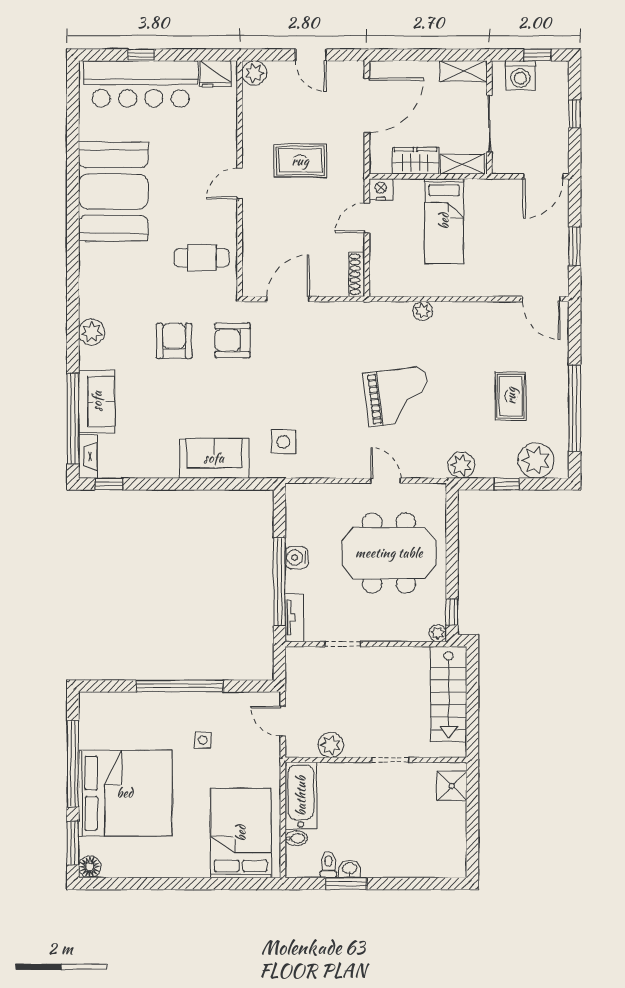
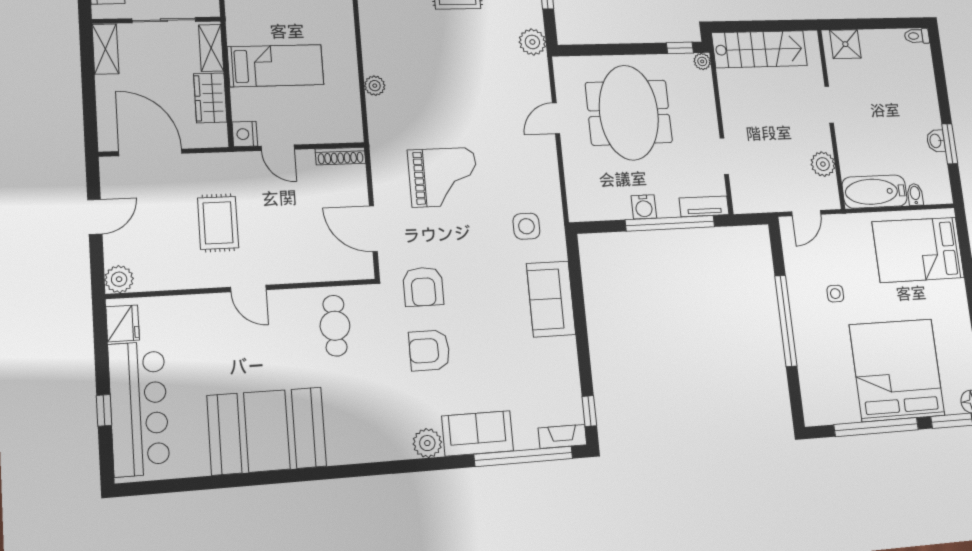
grand piano: (397, 396) -> (443, 177), moved, turned 97
sofa: (97, 401) -> (478, 433), moved
toilet: (328, 865) -> (917, 36), moved

